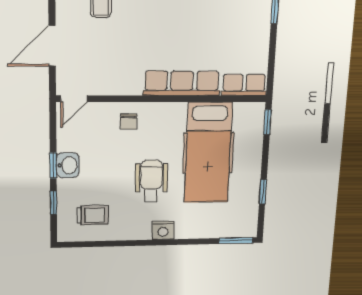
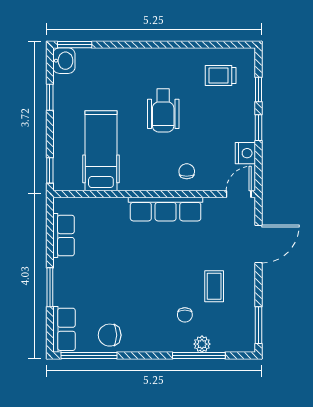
row of seats: (182, 83) -> (166, 209), moved
row of seats: (244, 85) -> (64, 236), moved, turned -90
hospital bed: (208, 153) -> (101, 151), width x0.73, depth x0.78
washbasin: (68, 165) -> (64, 61), moved, turned 180
nightstand: (163, 230) -> (245, 153), moved, turned 90

